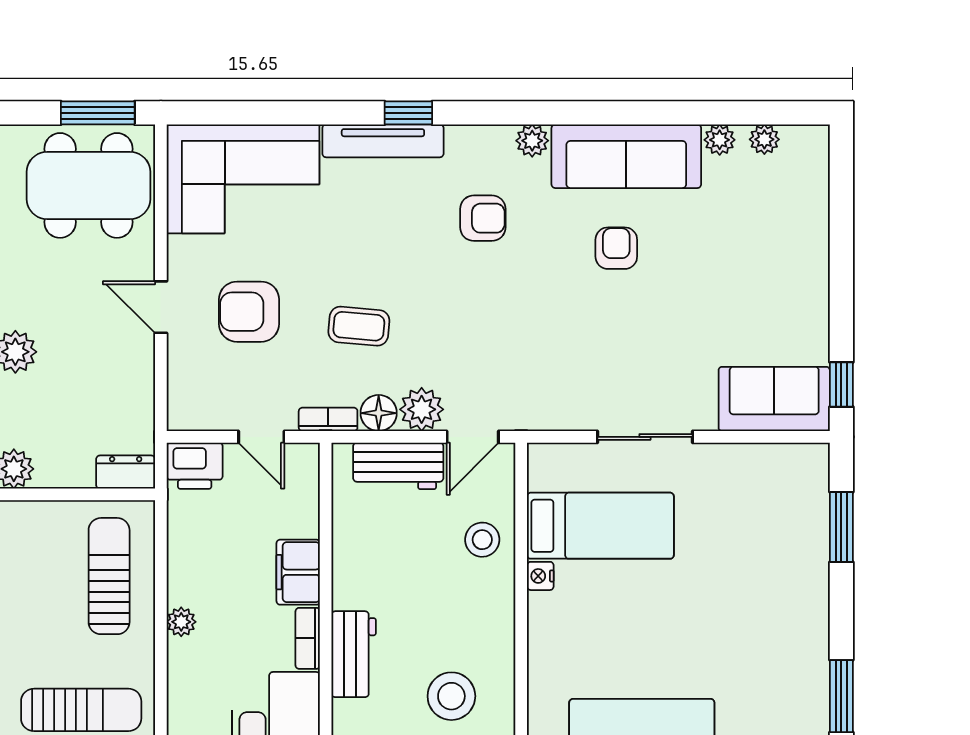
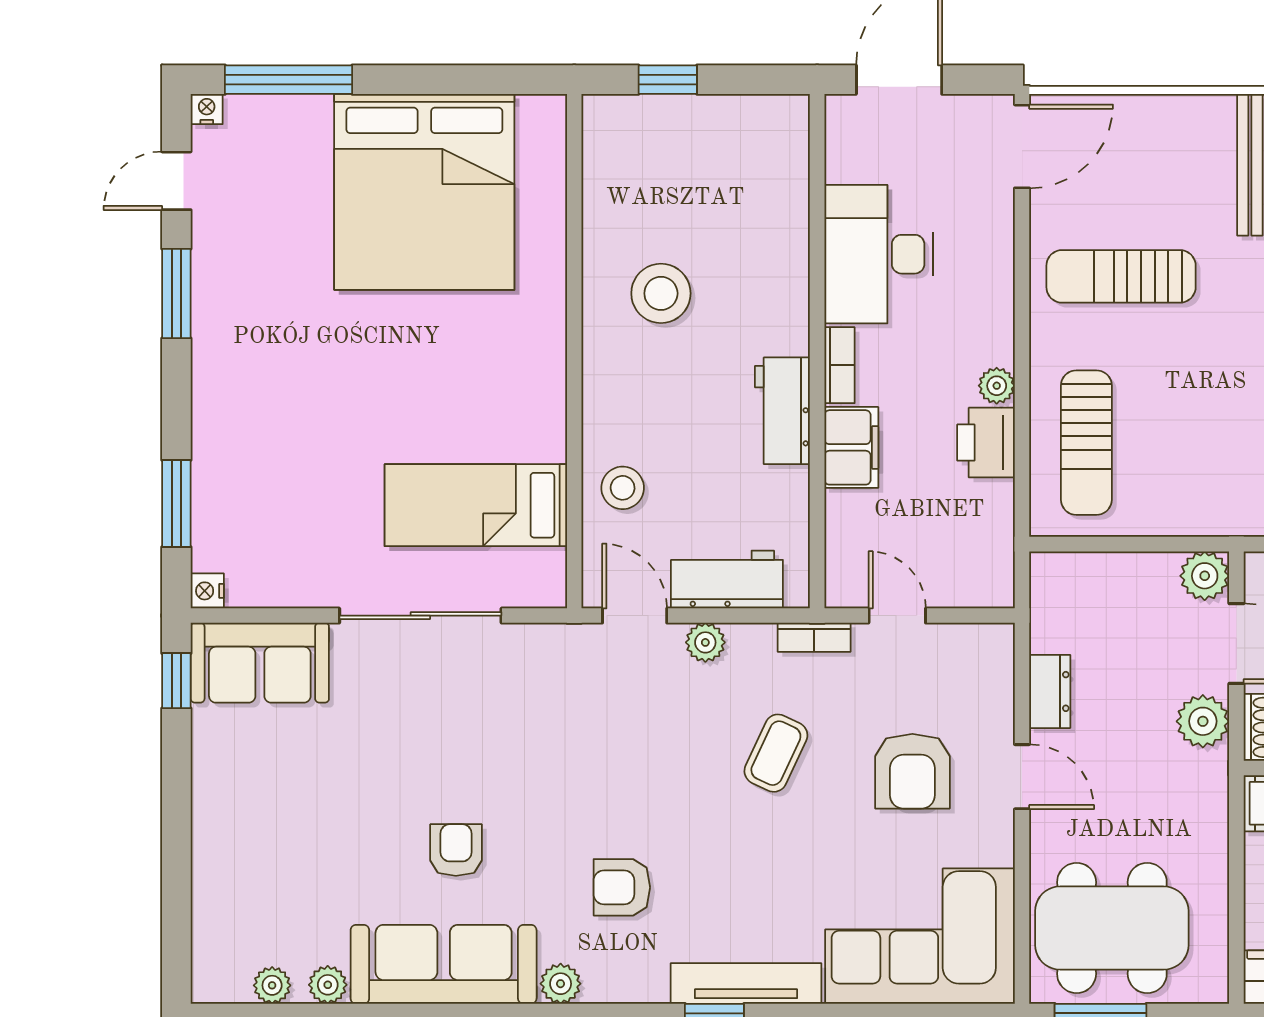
armchair: (616, 248) -> (456, 850), turned 180
armchair: (249, 312) -> (912, 771), turned 90
coffee table: (359, 326) -> (776, 753), turned -70
plant: (422, 409) -> (705, 642), width x0.73, depth x0.73
floor lamp: (379, 413) -> (751, 645), removed
door: (473, 437) -> (635, 616), hinge flipped
sliding door: (645, 437) -> (420, 616), width x1.37
printer: (195, 466) -> (986, 443), moved, turned -90
dresser: (126, 472) -> (1050, 691), moved, turned -90
nightstand: (540, 576) -> (207, 591), moved, turned 180
workbench: (354, 654) -> (782, 411), moved

